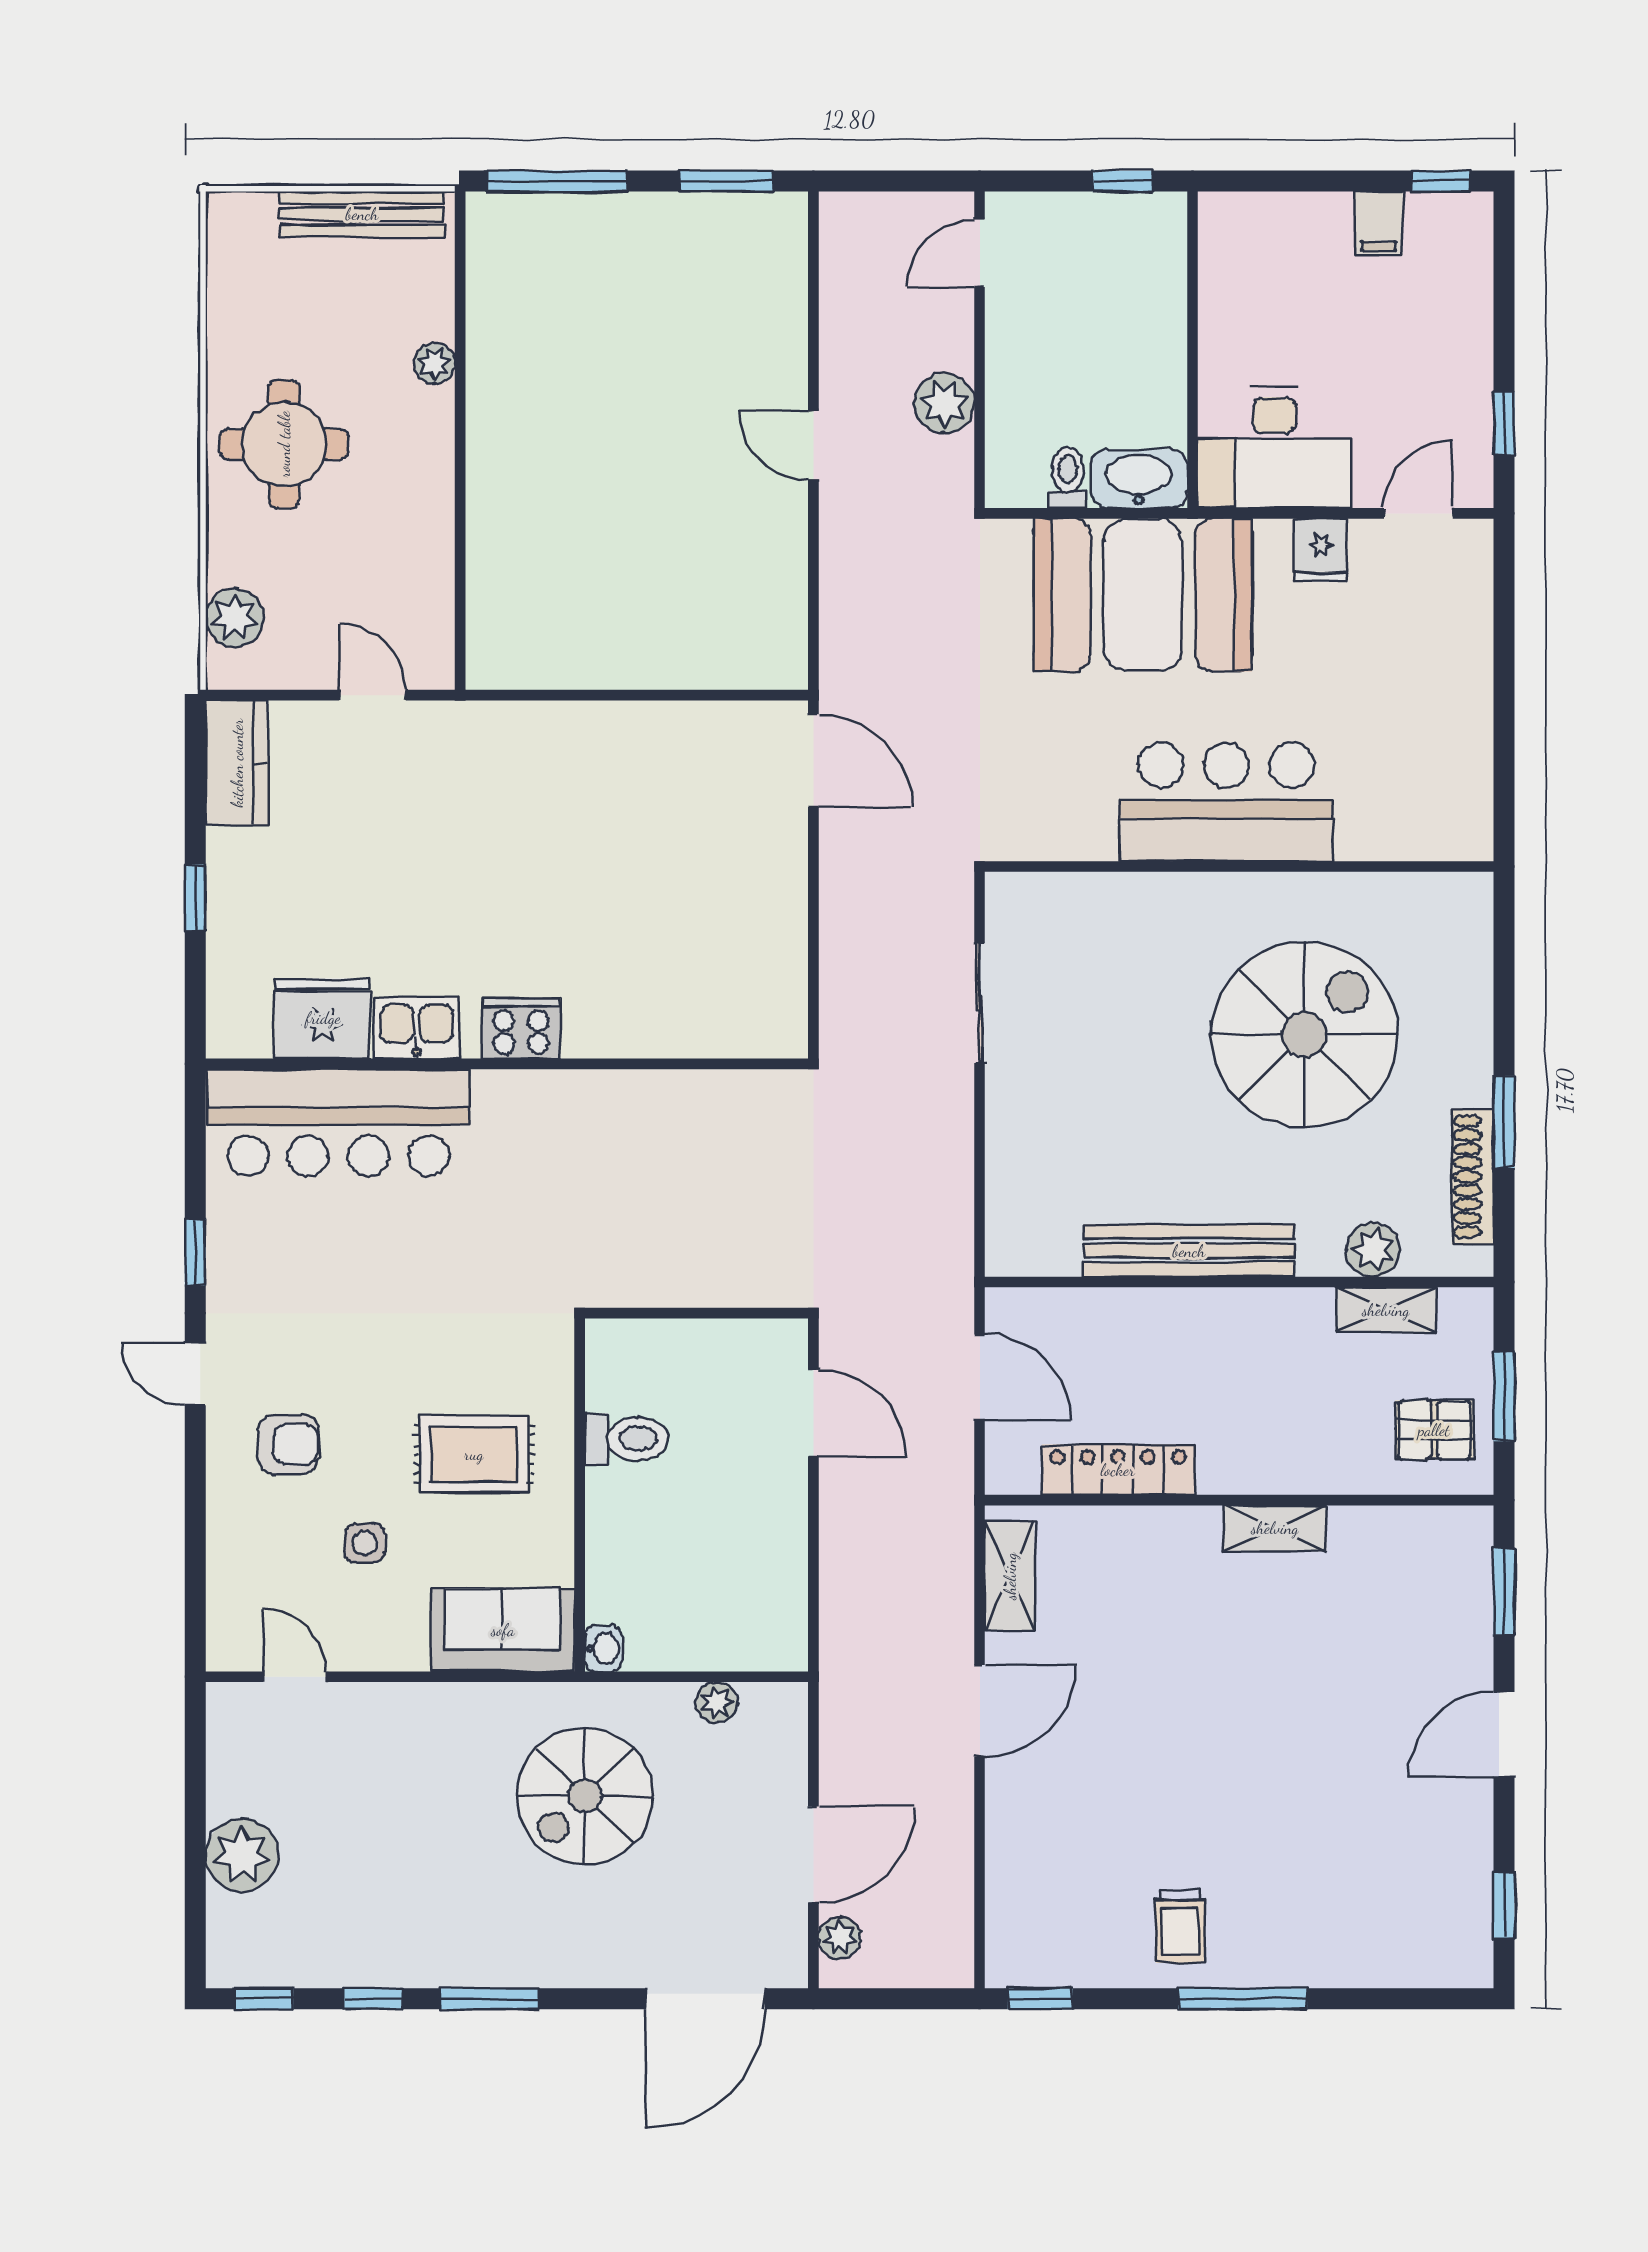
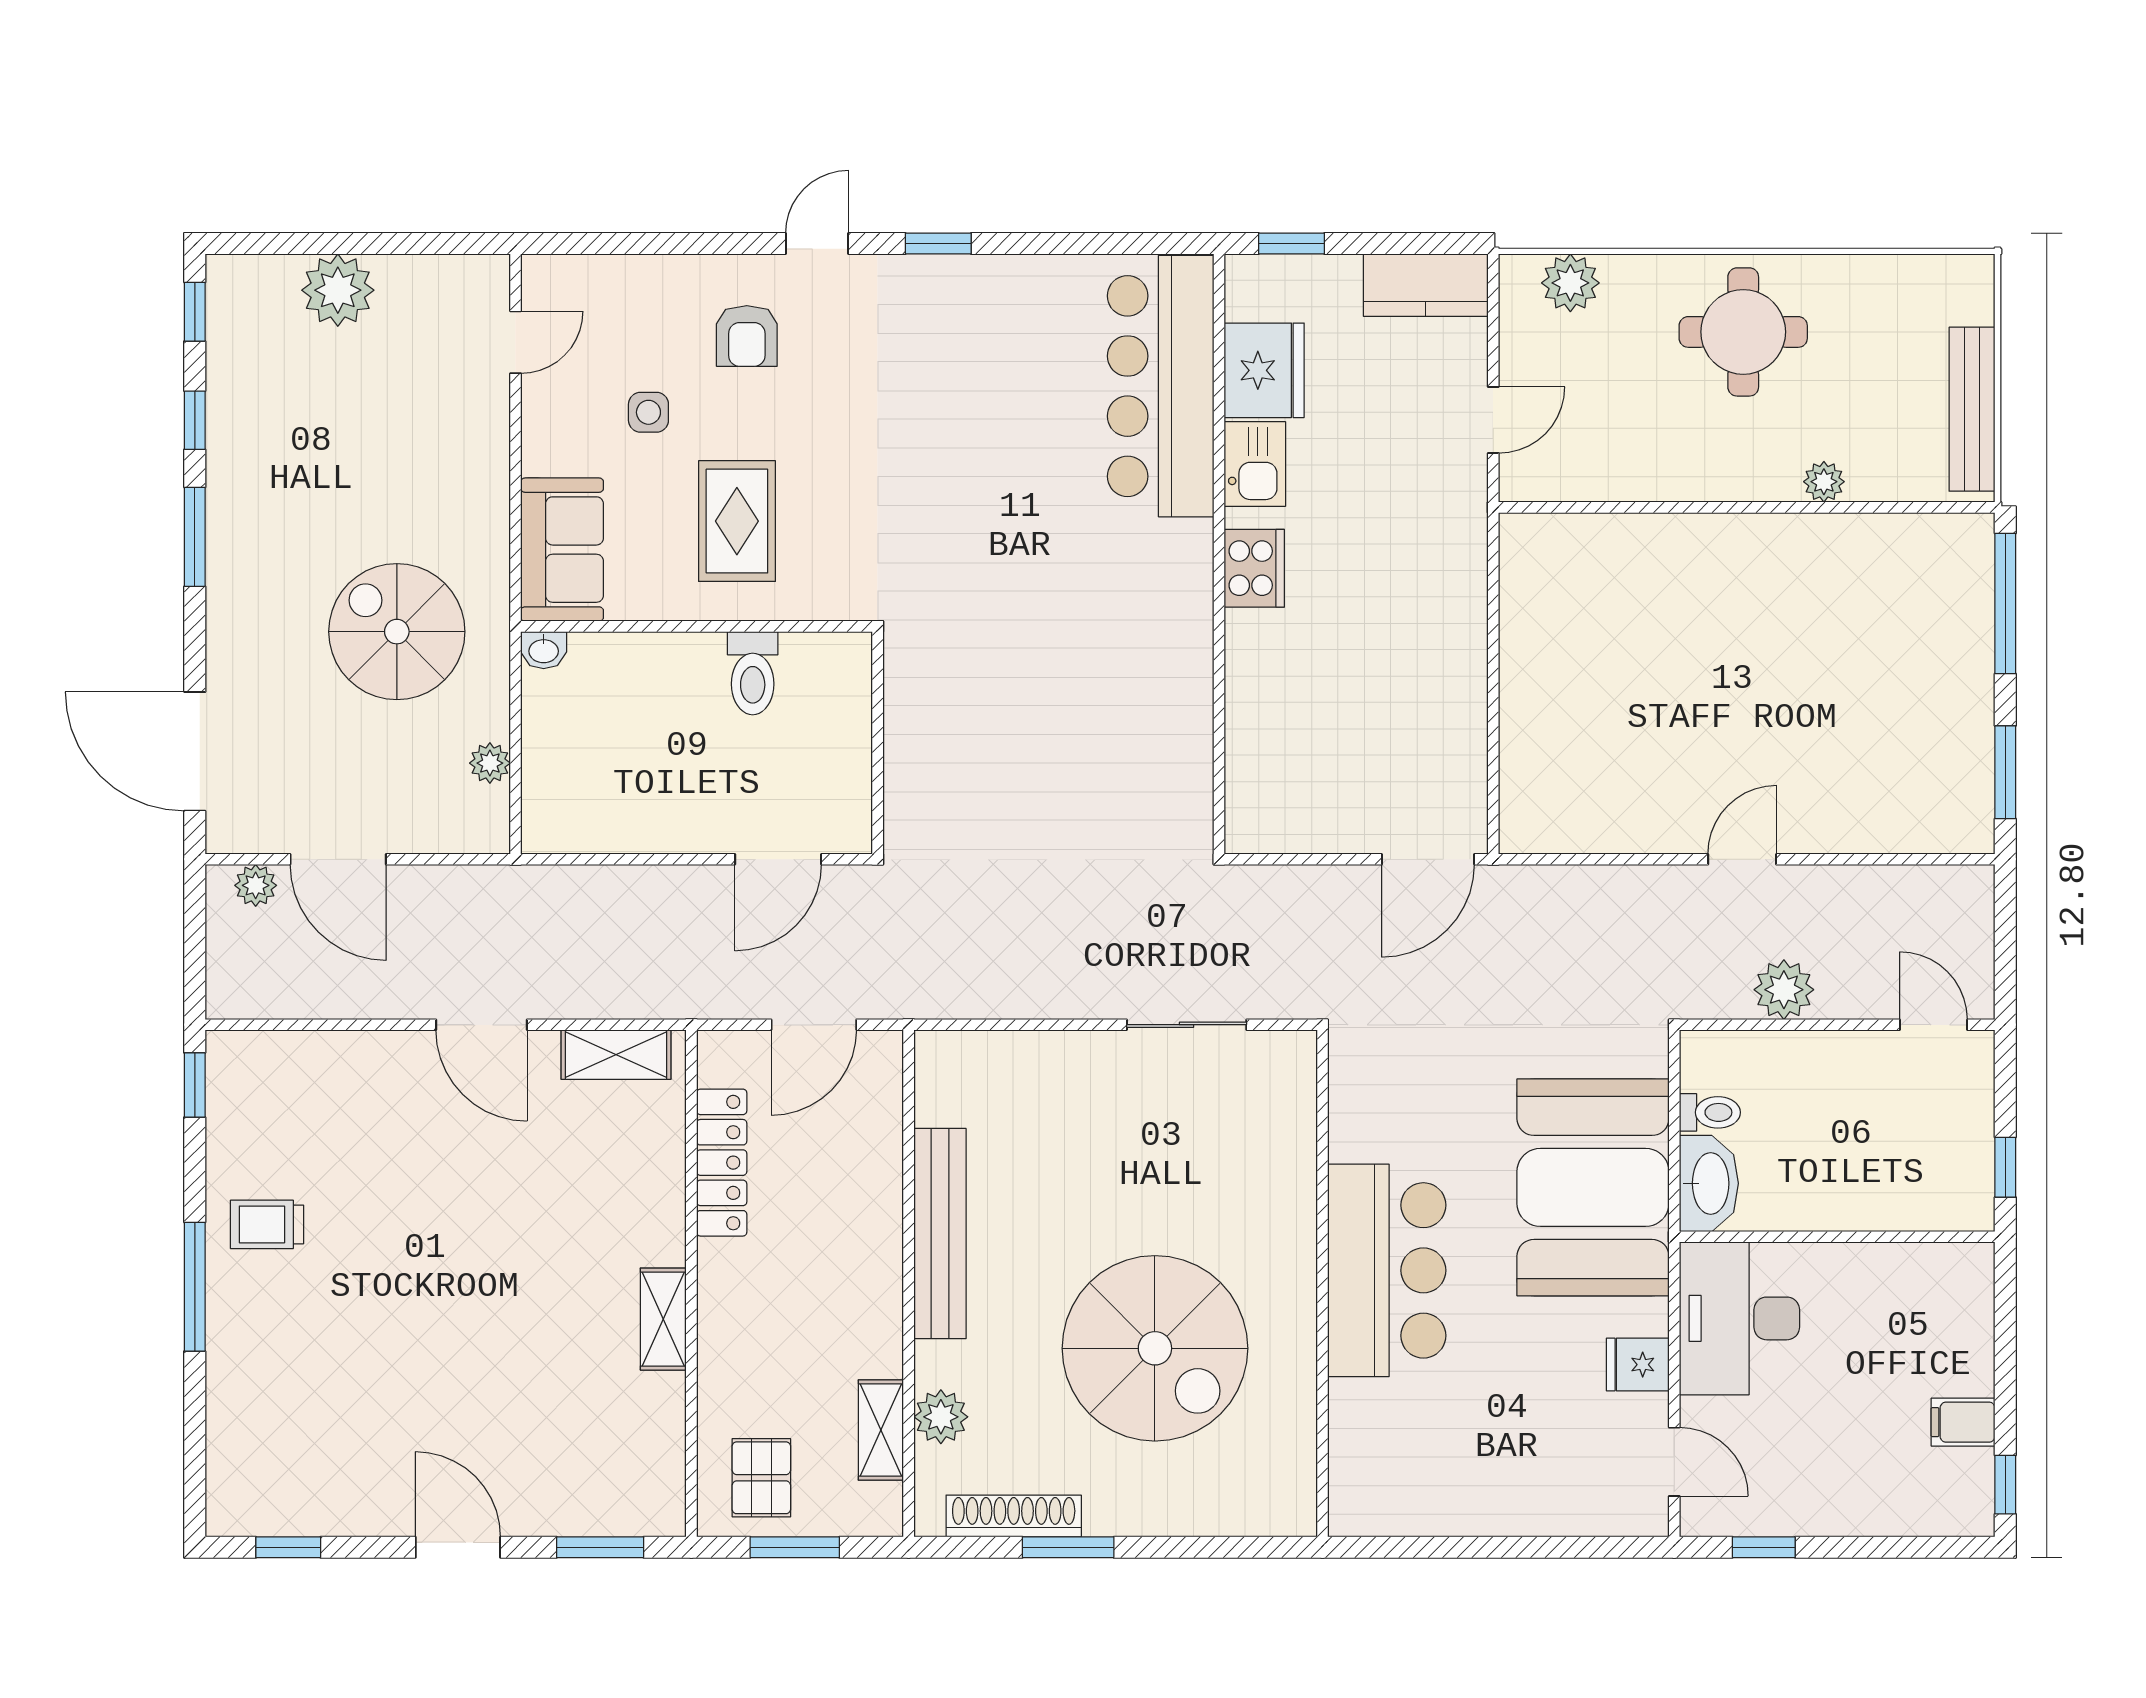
fridge: (323, 1018) -> (1264, 370), moved
kitchen sink: (417, 1028) -> (1255, 464), moved
cooker: (521, 1028) -> (1254, 568), moved
wall: (507, 1064) -> (1219, 554), moved
bar counter: (338, 1123) -> (1161, 386), moved

